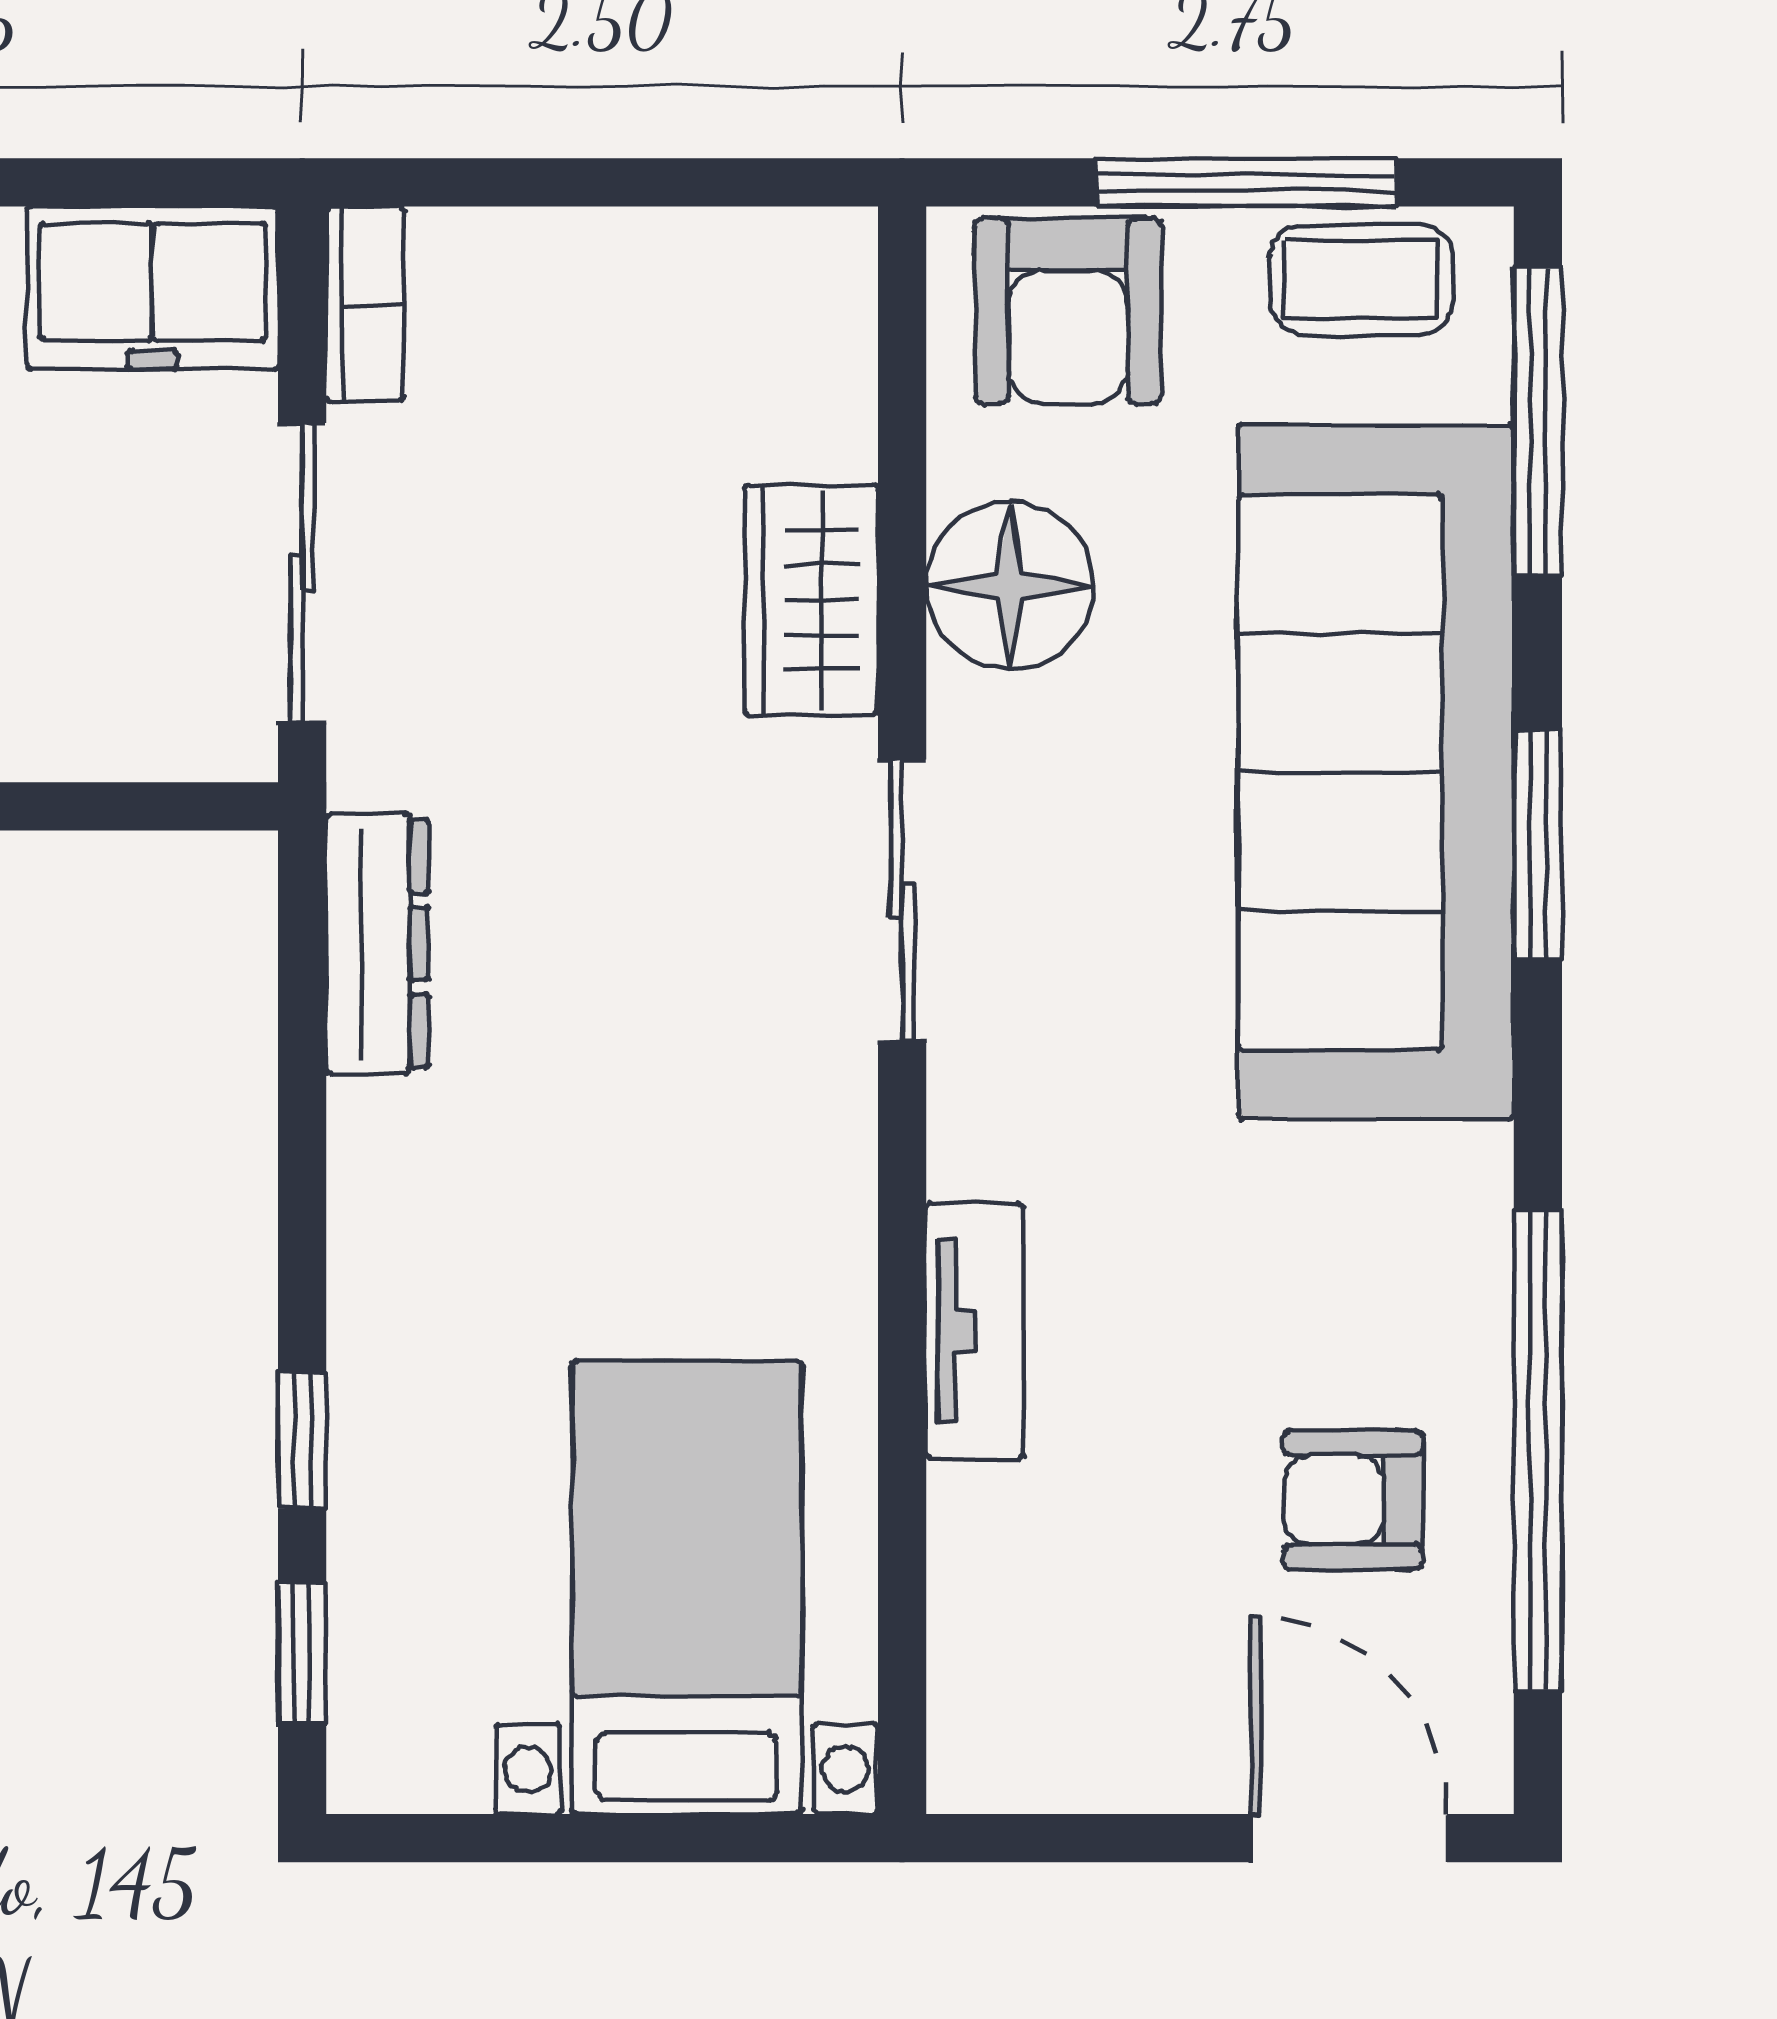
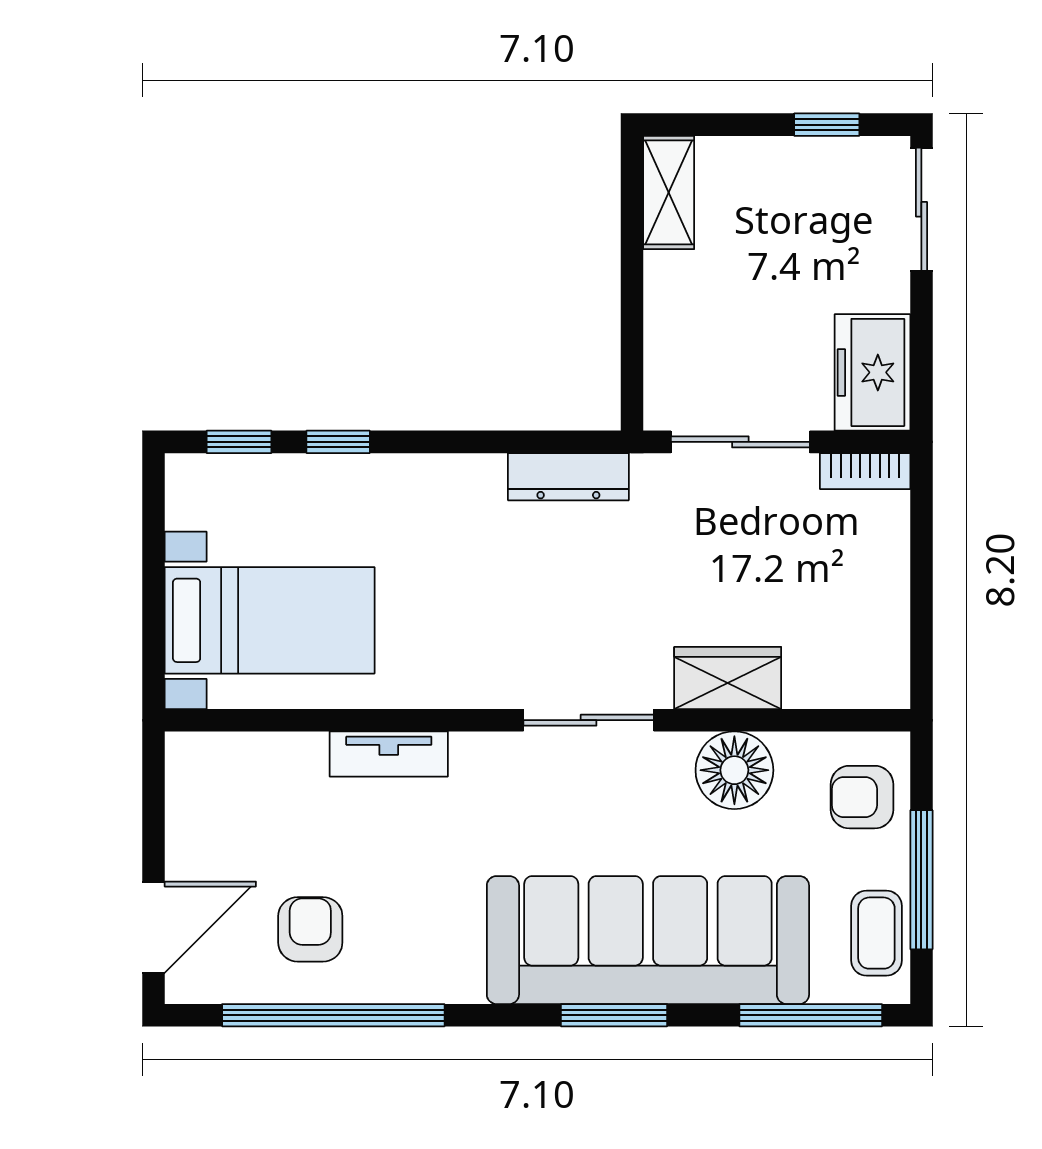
armchair: (1068, 311) -> (862, 797), width x0.72, depth x0.72

